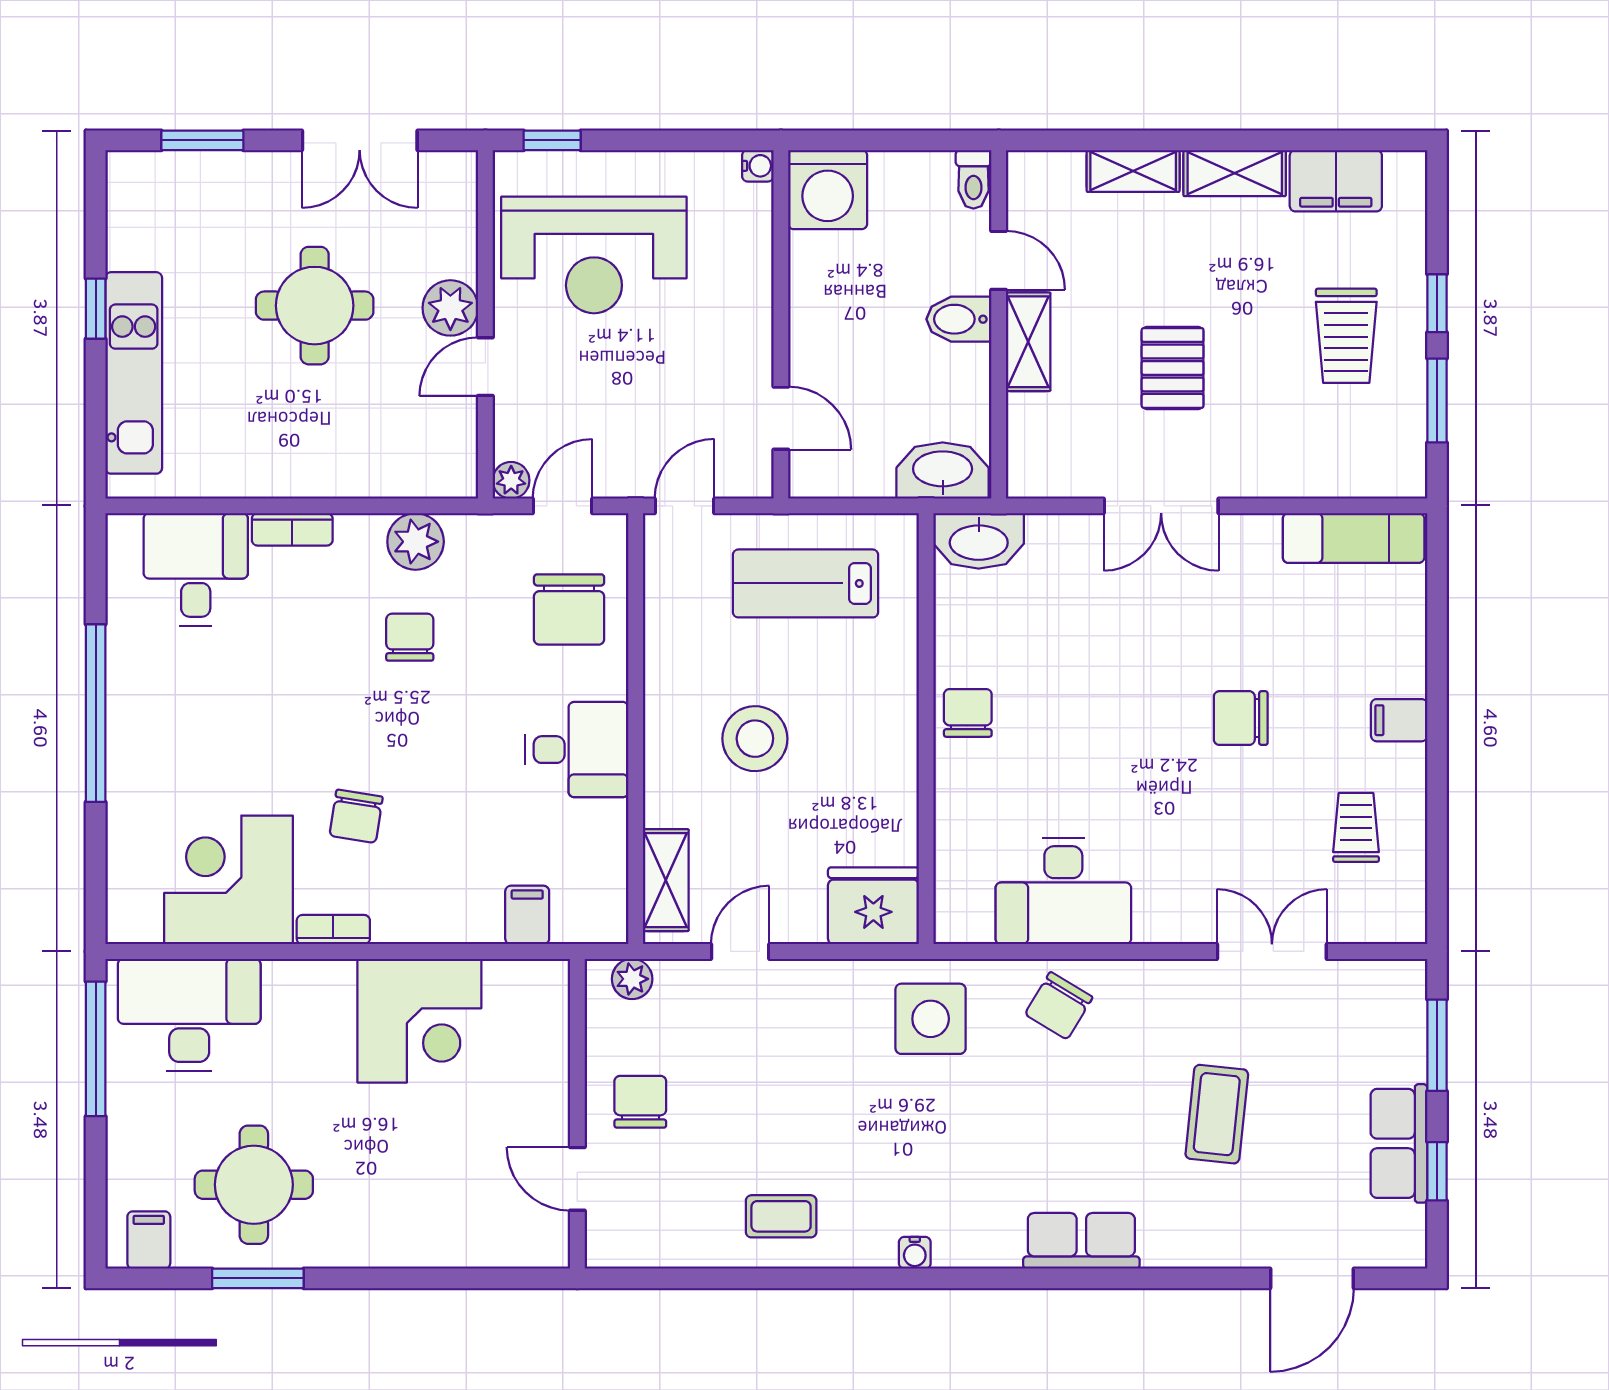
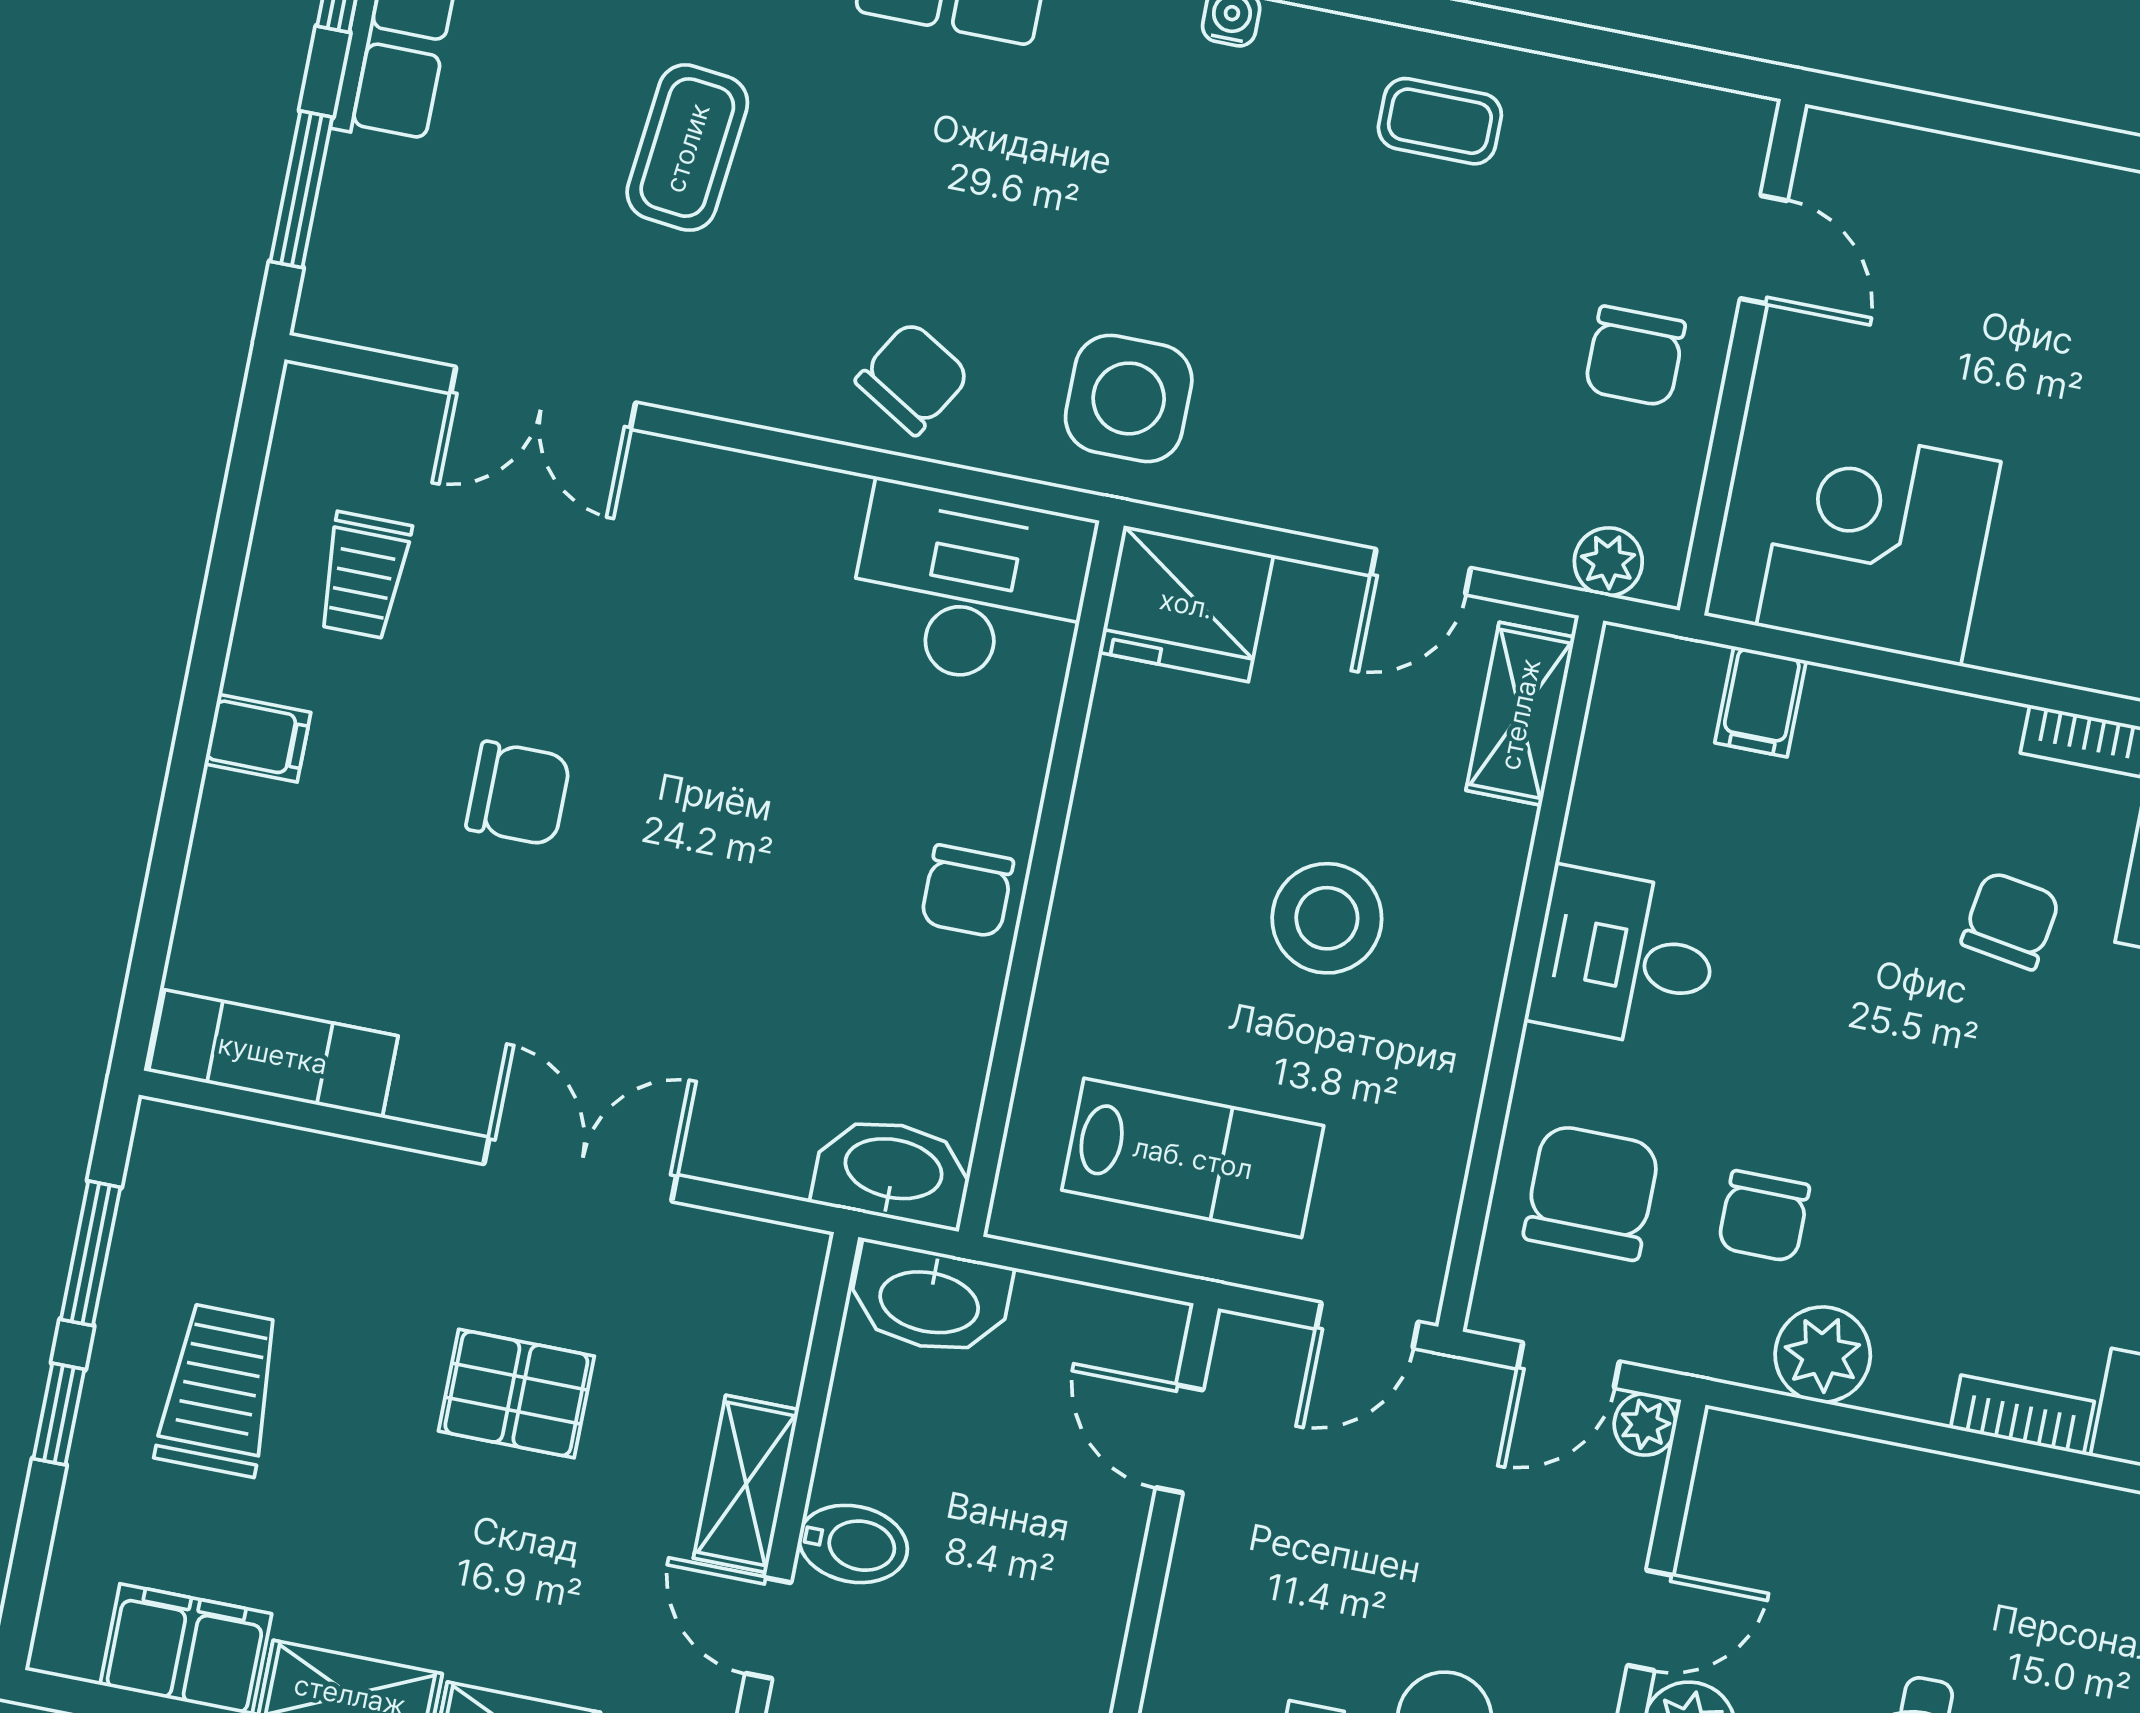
pallet: (1173, 368) -> (516, 1394), turned 90
chair: (410, 637) -> (1764, 1216), moved
desk: (1063, 891) -> (970, 586), moved
corner desk: (419, 1021) -> (1879, 544), moved

